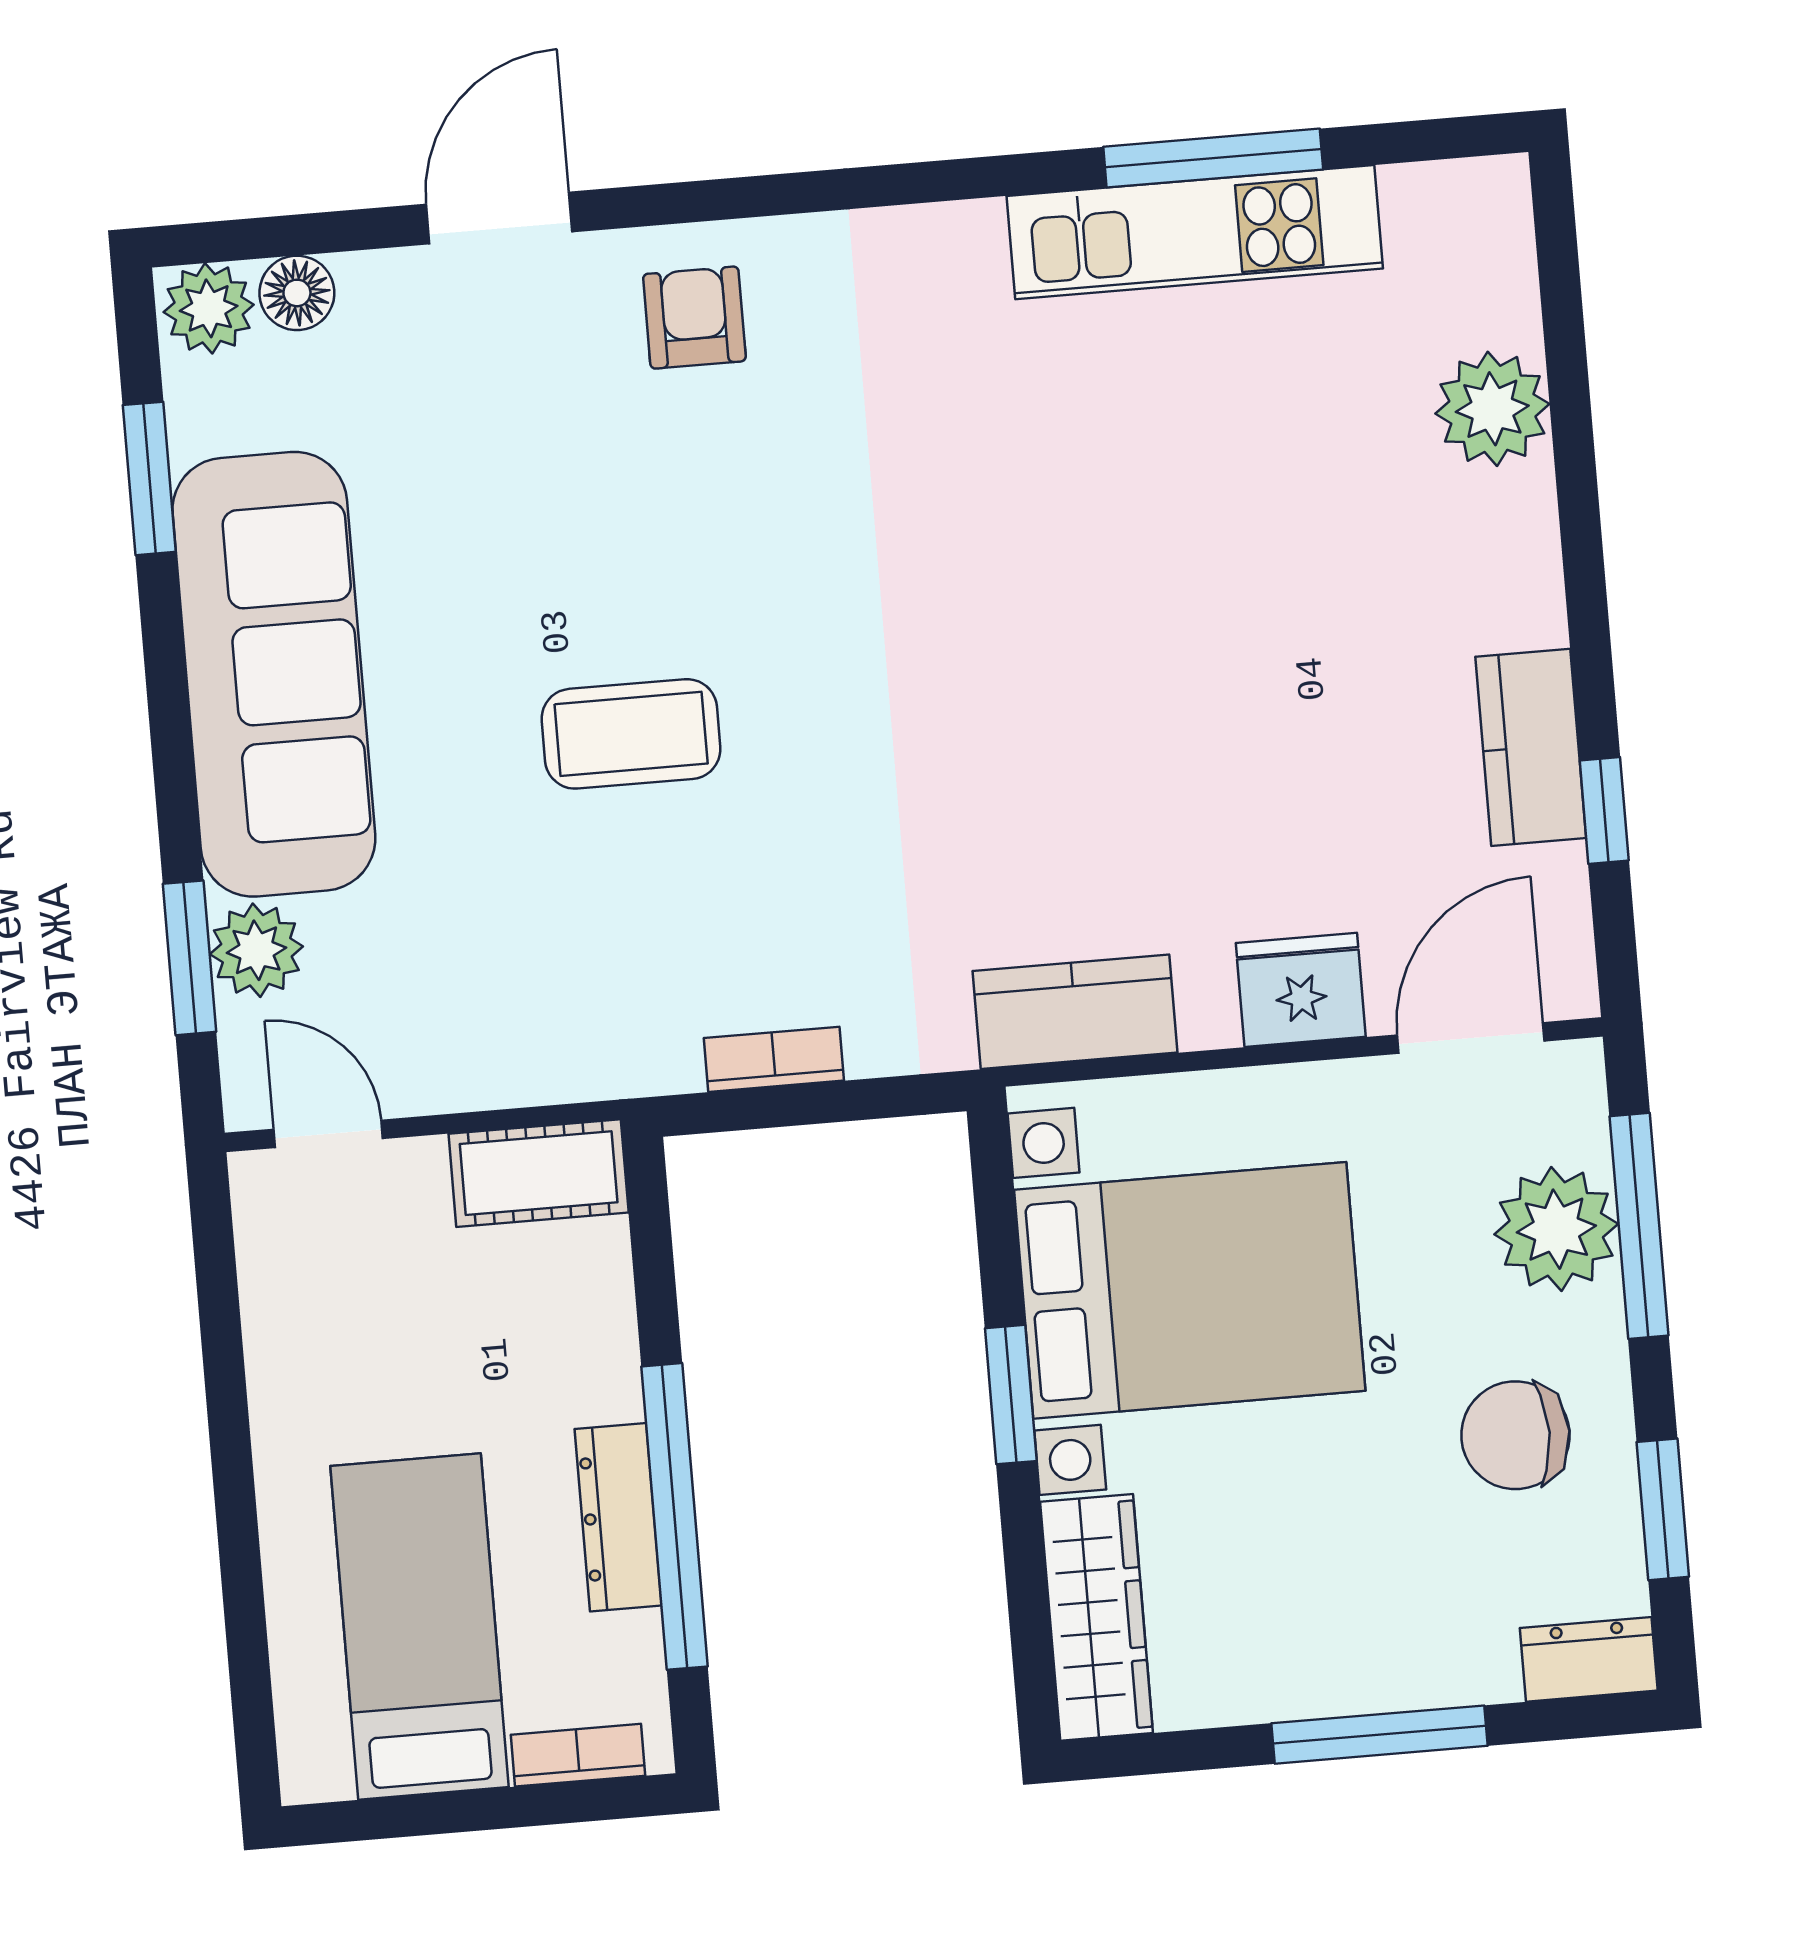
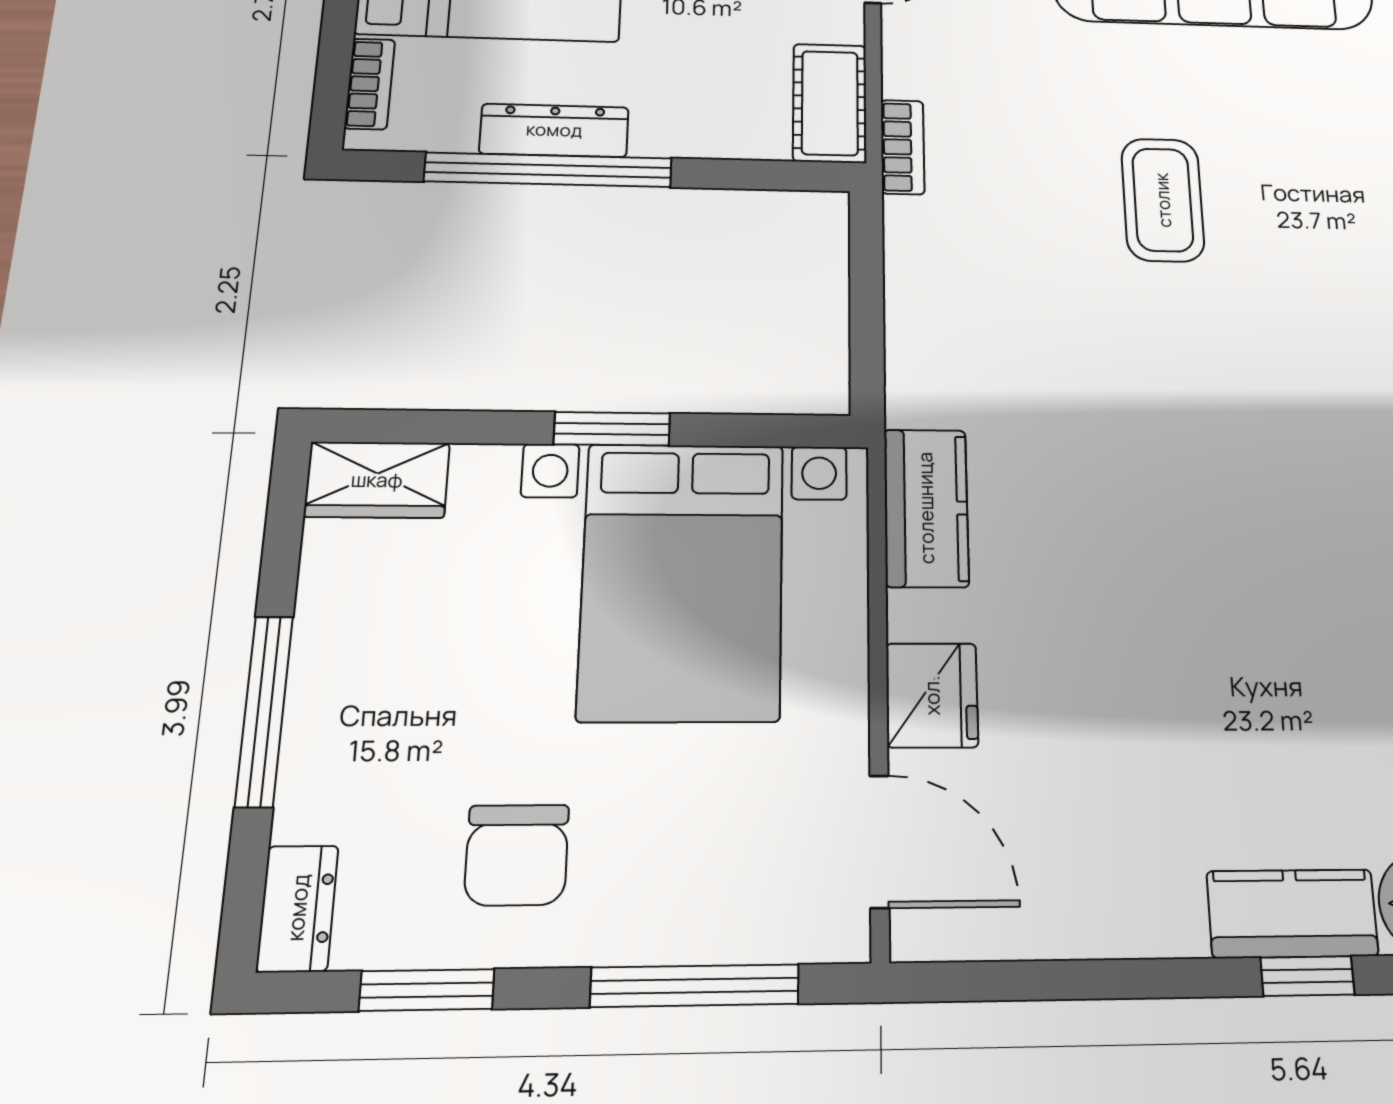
kitchen counter: (1531, 747) -> (1292, 913), moved
window: (1604, 811) -> (1307, 976), moved
bookcase: (774, 1059) -> (903, 147), moved
plant: (1556, 1229) -> (700, 907), removed
chair: (1515, 1435) -> (517, 855), turned 180
wardrobe: (1097, 1617) -> (377, 480), width x0.67

